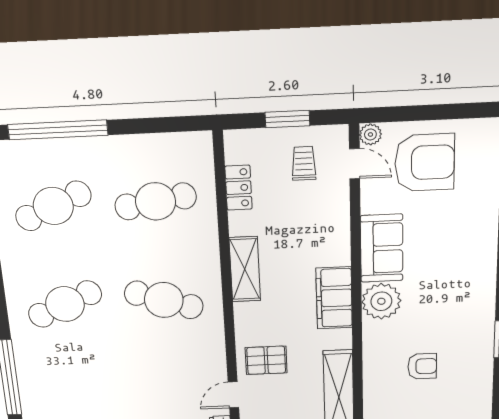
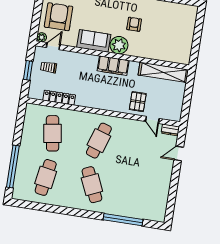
locker: (239, 188) -> (59, 98), width x1.53
cafe table: (53, 206) -> (46, 177), turned 33
shelving: (245, 269) -> (92, 102), removed
armchair: (422, 366) -> (134, 24), moved

